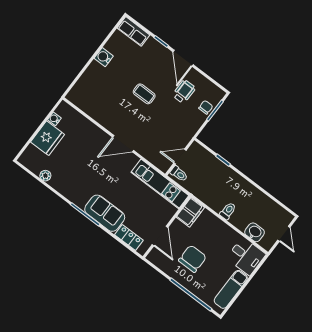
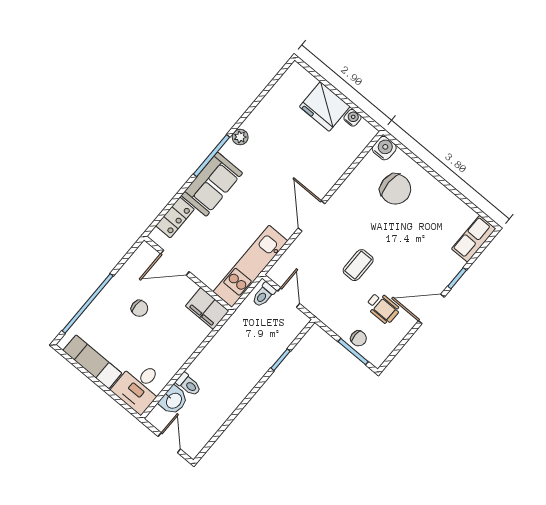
water cooler: (104, 57) -> (384, 148), moved
chair: (102, 87) -> (395, 189), added
coffee table: (144, 94) -> (358, 265), moved
plant: (45, 176) -> (240, 137), moved
toilet: (228, 211) -> (188, 384), moved
door: (284, 234) -> (169, 443), swing flipped
chair: (192, 259) -> (139, 308), width x0.54, depth x0.54

